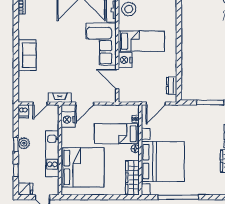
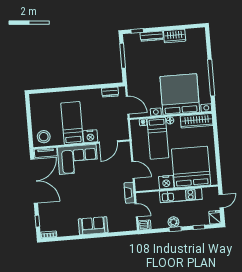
nightstand: (68, 120) -> (166, 182), moved

